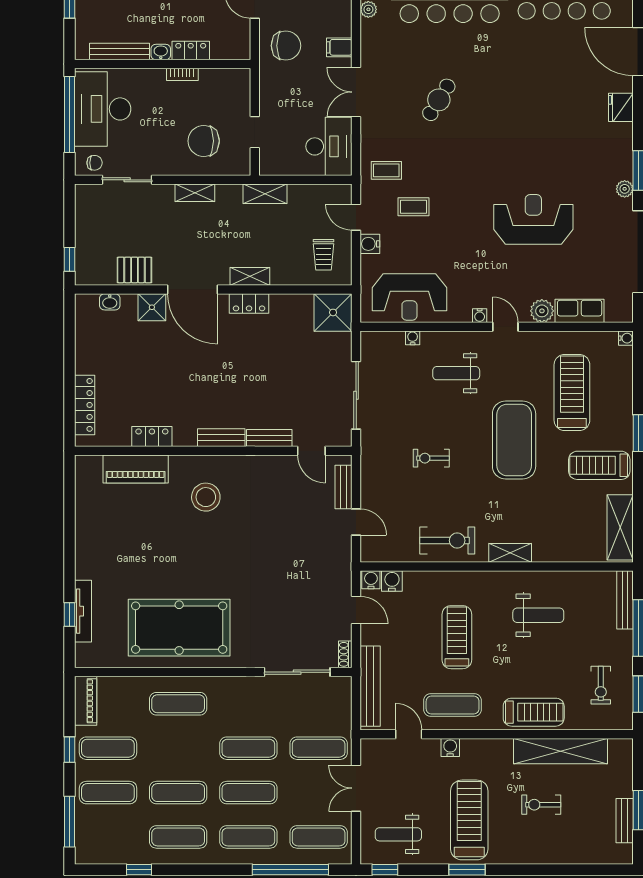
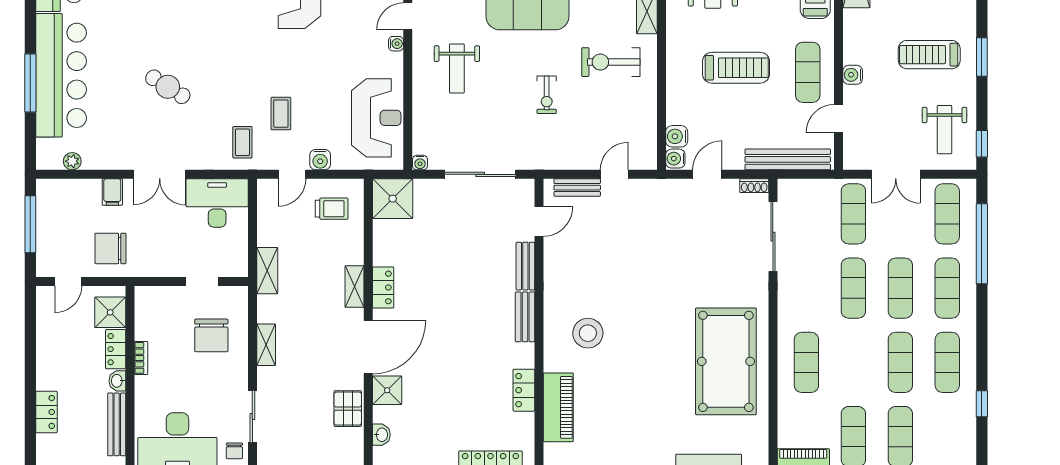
shower: (225, 45) -> (110, 312), added
chair: (286, 46) -> (110, 248), turned -90
chair: (95, 163) -> (234, 451), turned 180
water cooler: (413, 338) -> (420, 163), moved, turned -90
exercise bike: (447, 540) -> (611, 62), moved, turned -90
treadmill: (457, 637) -> (736, 68), turned 180
treadmill: (469, 820) -> (929, 55), width x0.73, depth x0.73

